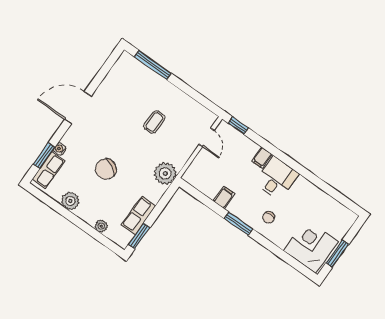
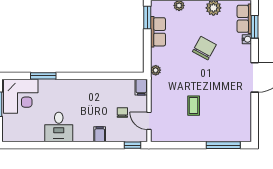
plant: (165, 173) -> (156, 70), width x0.53, depth x0.53
desk: (276, 178) -> (59, 127), moved
filing cabinet: (224, 197) -> (141, 87), moved
chair: (269, 217) -> (122, 112), moved
window: (238, 224) -> (43, 76), moved

